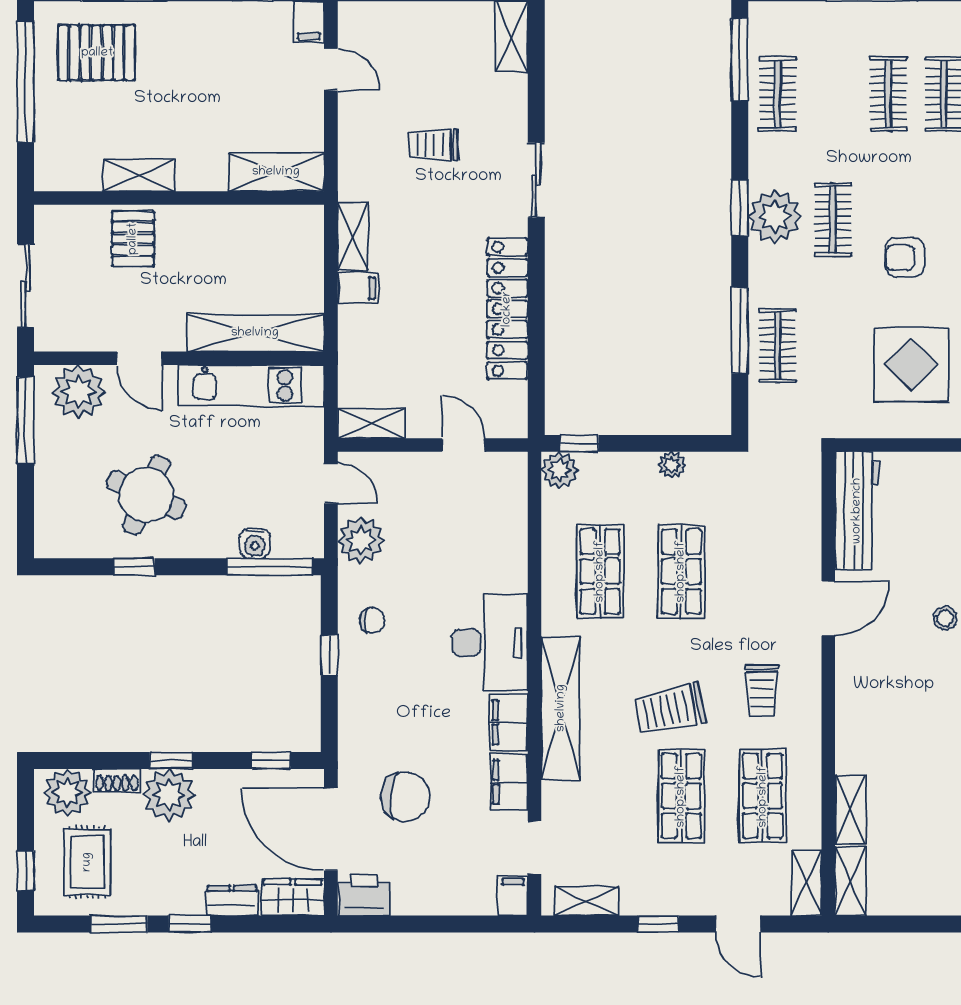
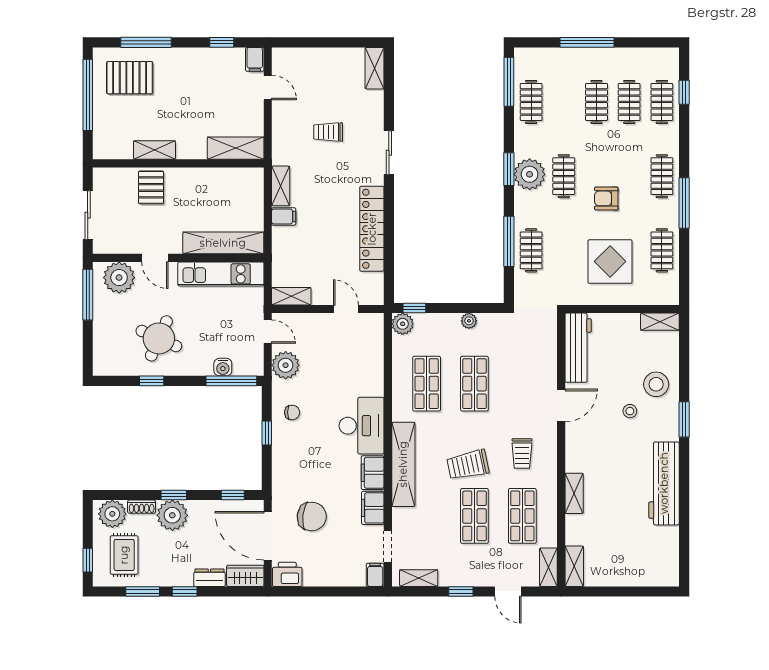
shelving: (850, 810) -> (574, 493), moved

